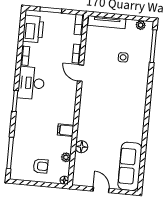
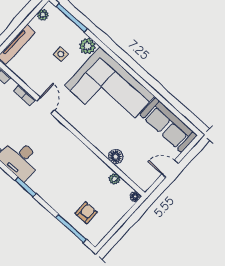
plant: (142, 71) -> (87, 46), added
door: (80, 73) -> (46, 105), swing flipped
corner sofa: (123, 109) -> (110, 91), added
filing cabinet: (66, 130) -> (89, 160), removed
armchair: (41, 166) -> (86, 213), moved

